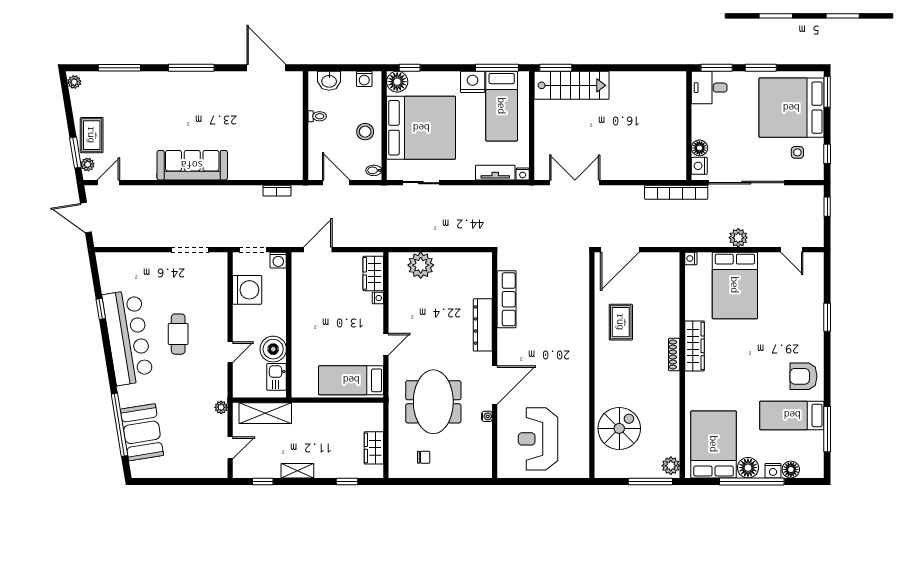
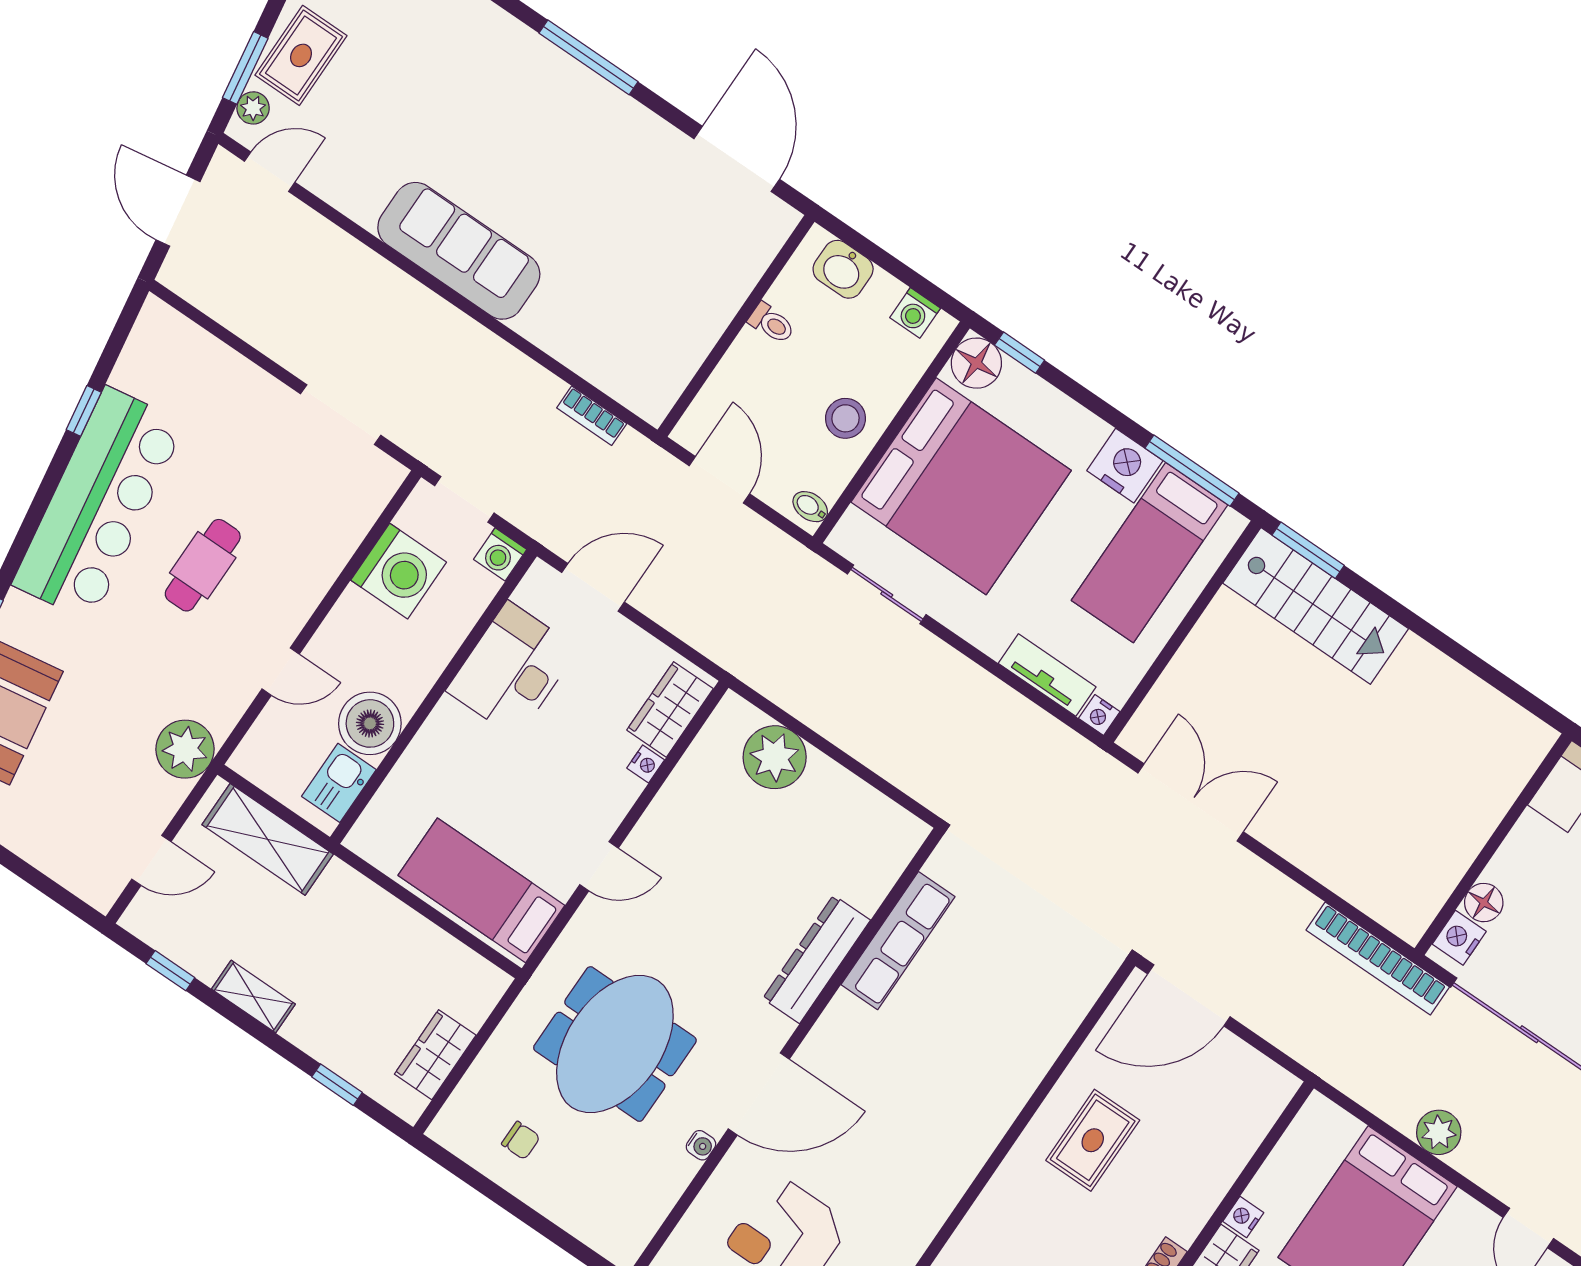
nightstand: (691, 258) -> (1243, 1217), moved
desk: (309, 297) -> (512, 670), added
plant: (221, 407) -> (185, 749), width x1.87, depth x1.87

